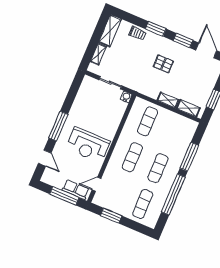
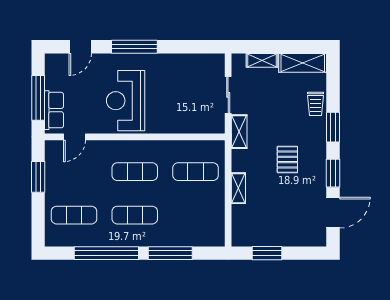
water cooler: (126, 97) -> (218, 126), removed
shelving: (188, 108) -> (239, 132), moved
door: (97, 184) -> (74, 137), swing flipped

